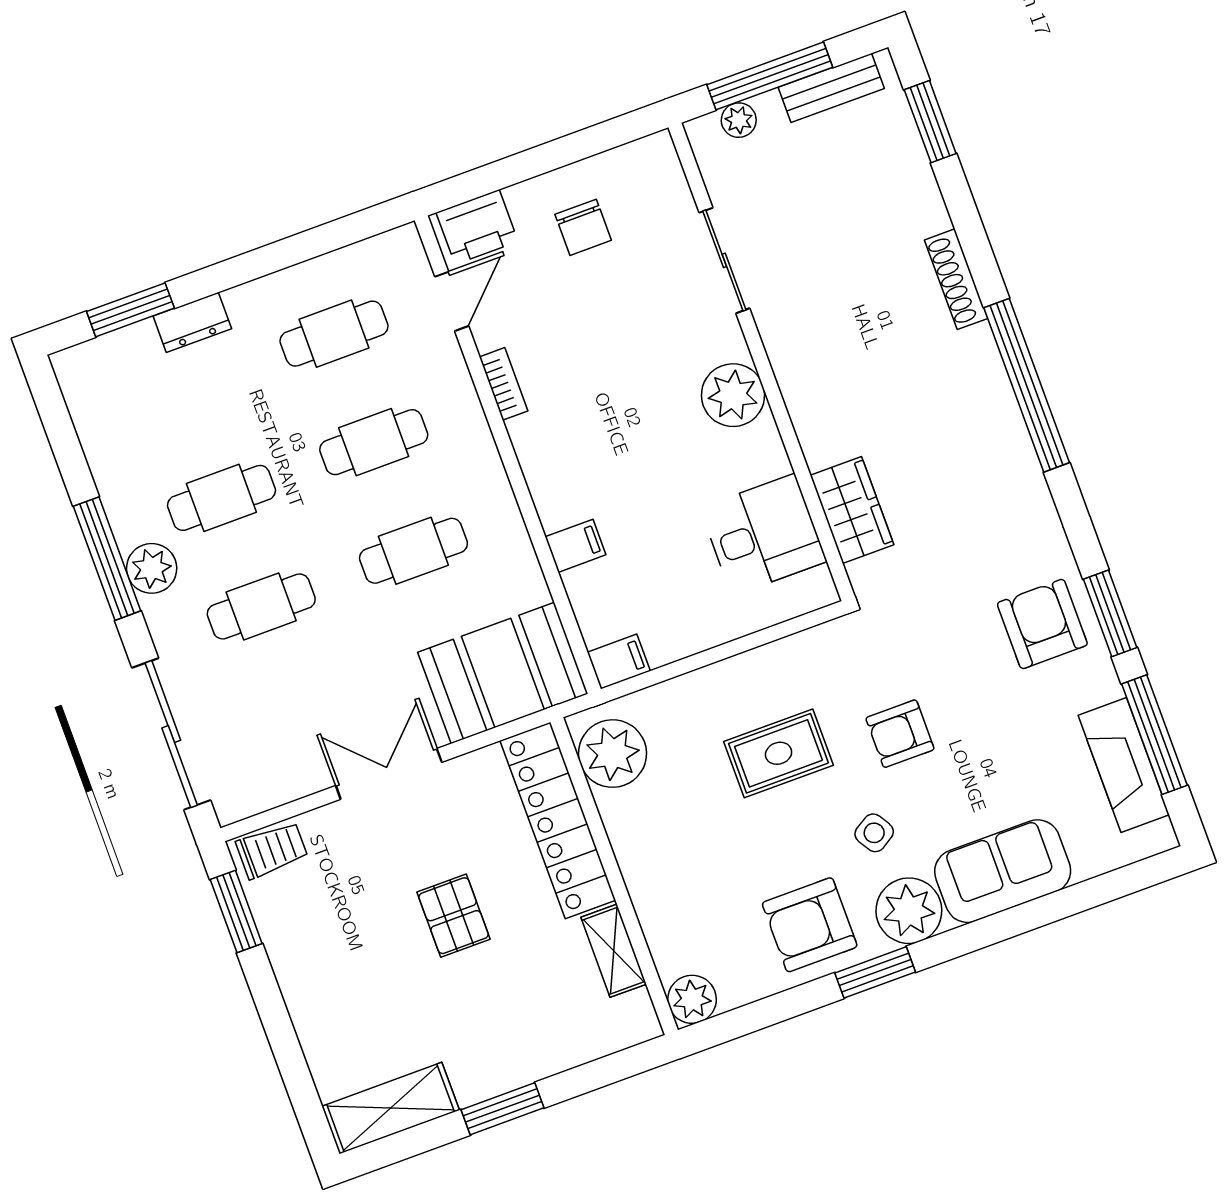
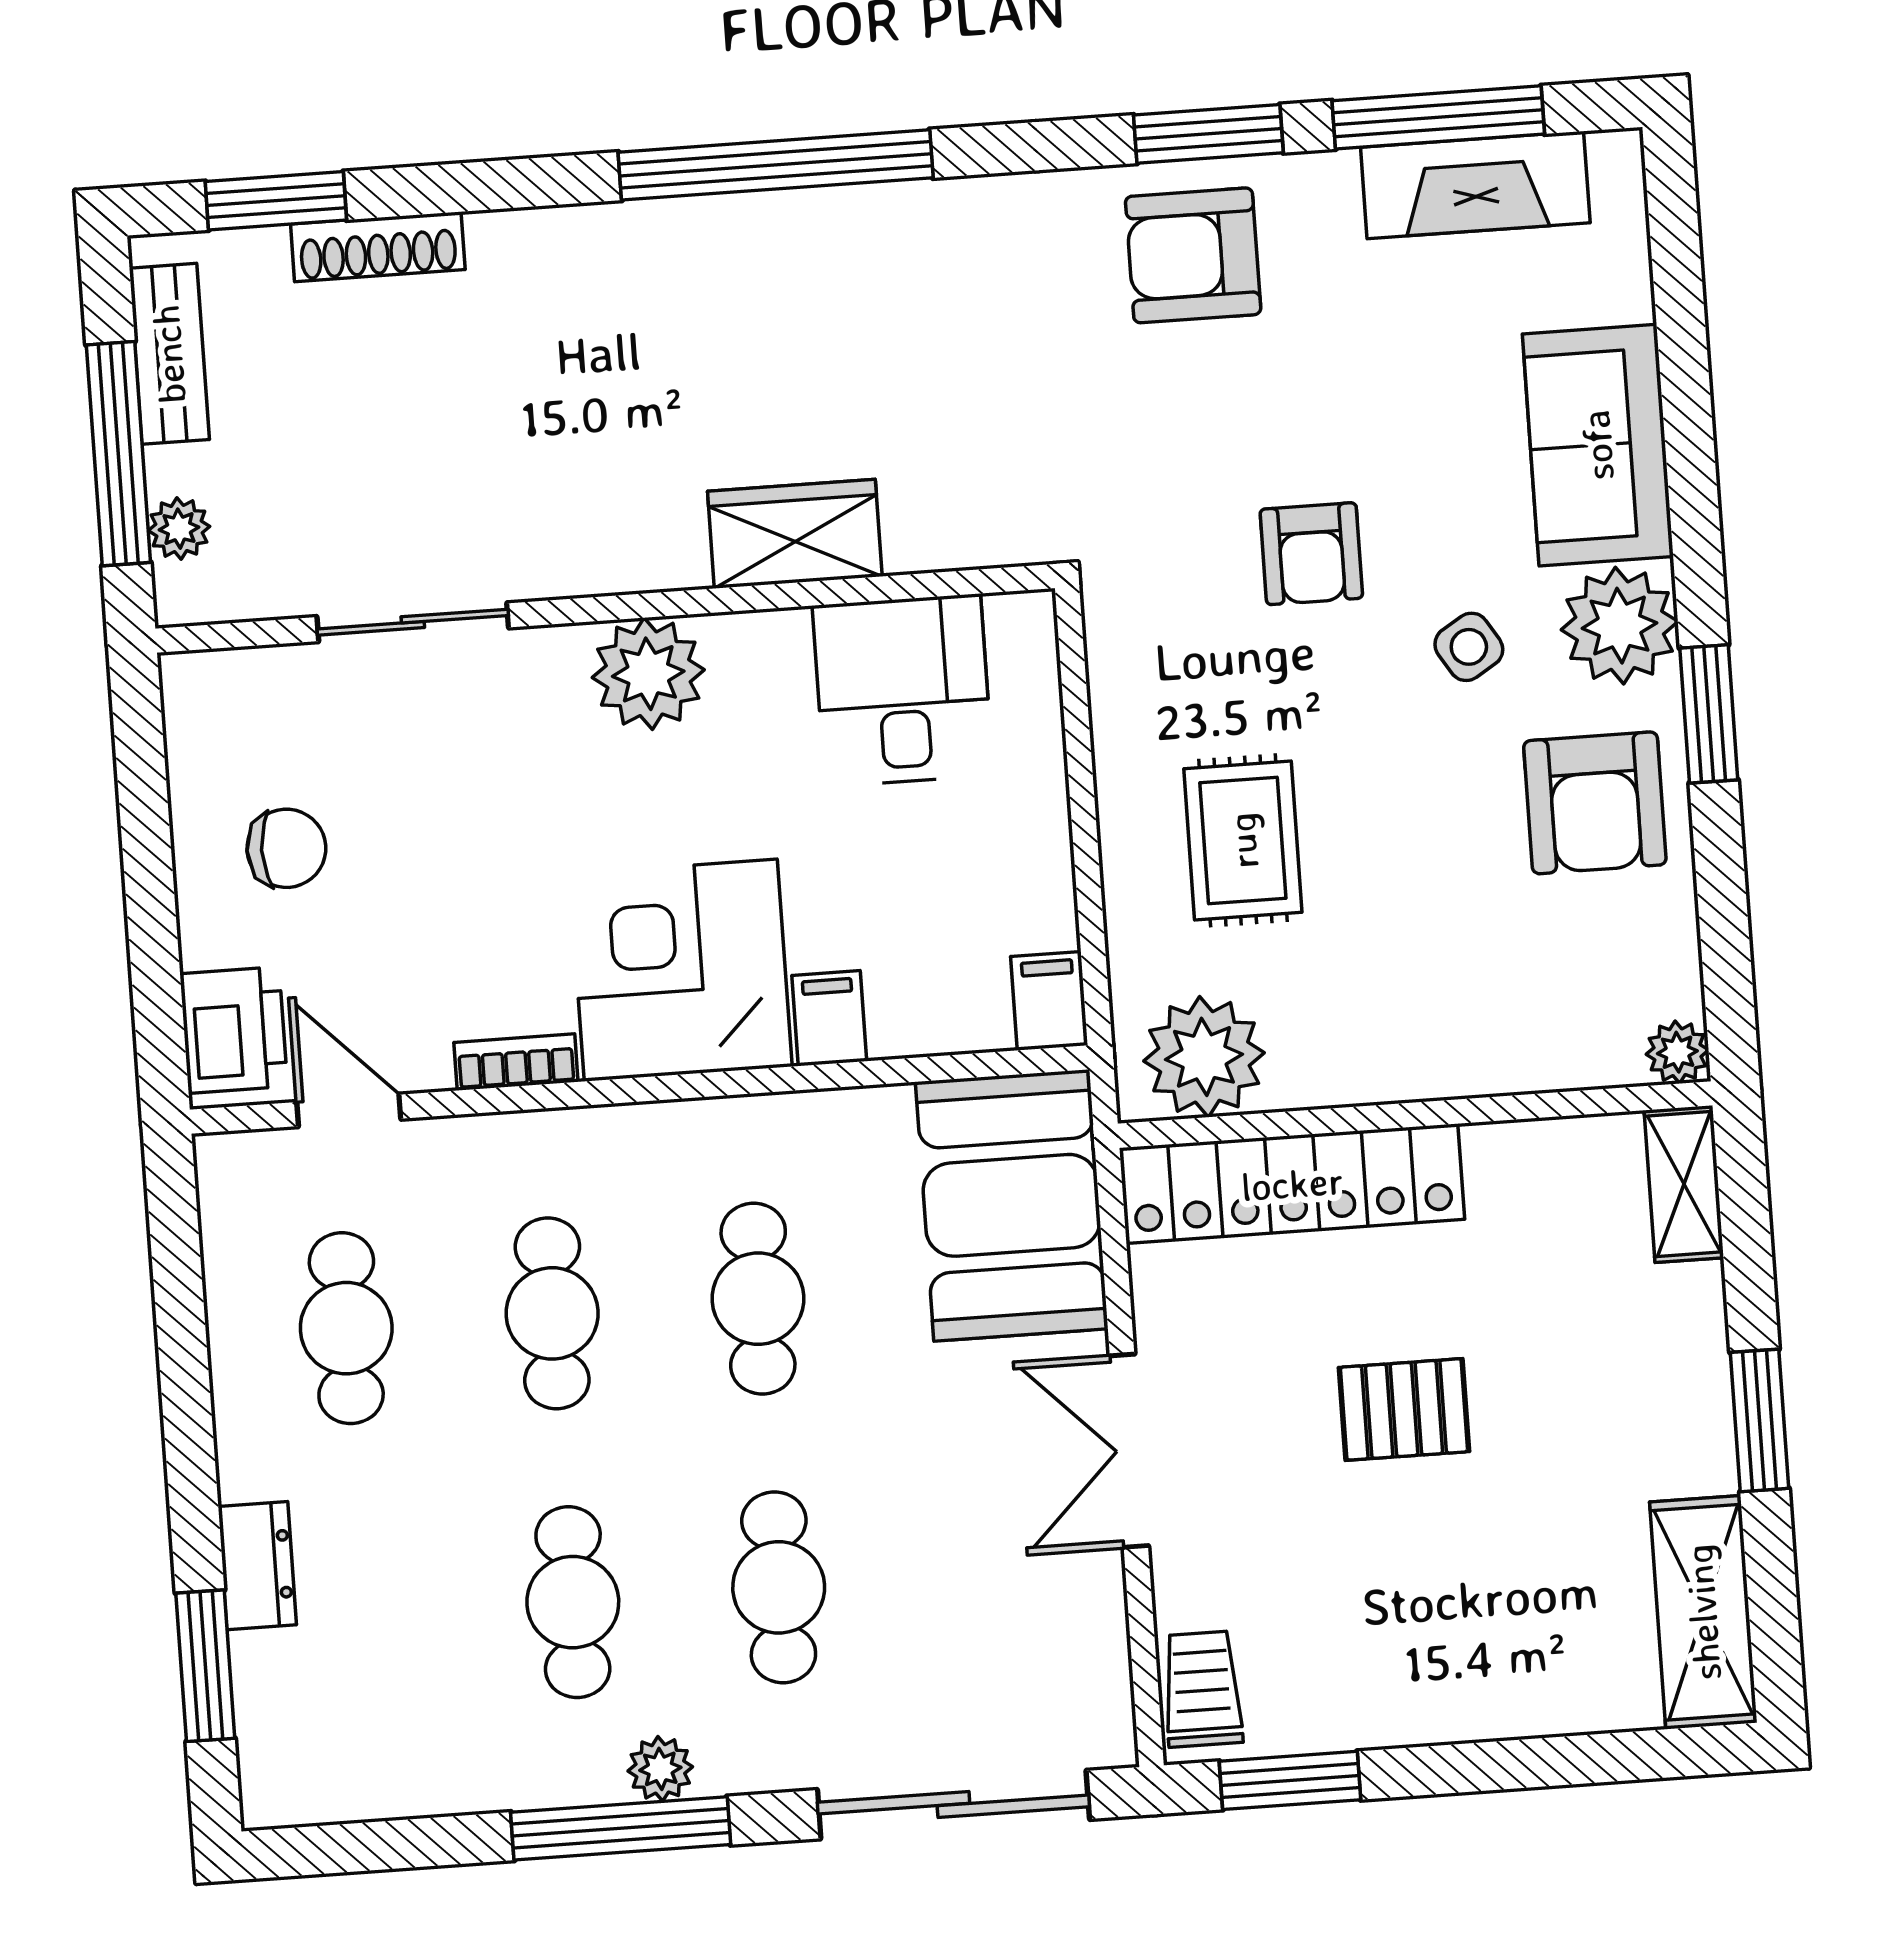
shoe rack: (956, 279) -> (378, 247), moved
corner desk: (578, 458) -> (681, 970), added
wardrobe: (852, 510) -> (795, 534), moved
plant: (152, 568) -> (660, 1769), width x0.73, depth x0.73
rug: (779, 753) -> (1243, 840), moved
shelving: (614, 951) -> (1684, 1184), moved, turned 90
plant: (692, 999) -> (1677, 1052), width x0.73, depth x0.73

